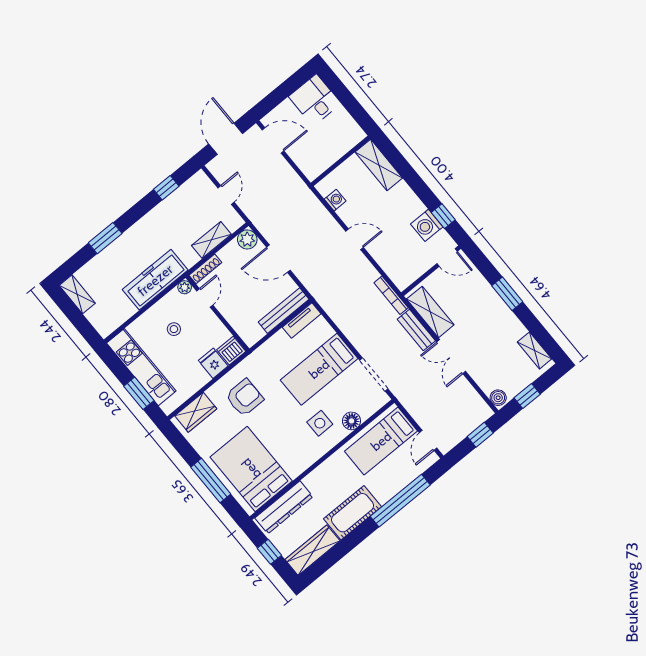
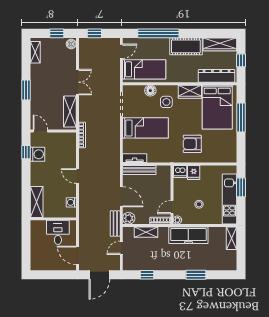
desk: (315, 100) -> (58, 232), moved, turned 180
shelving: (77, 294) -> (231, 238), moved
bench: (416, 330) -> (115, 224), moved
wardrobe: (196, 412) -> (190, 92), moved, turned 180

